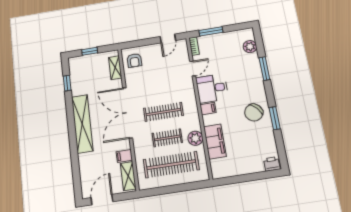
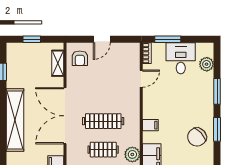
door: (168, 38) -> (102, 39), moved
desk: (212, 88) -> (181, 58), moved, turned 90
window: (275, 118) -> (217, 129), moved

